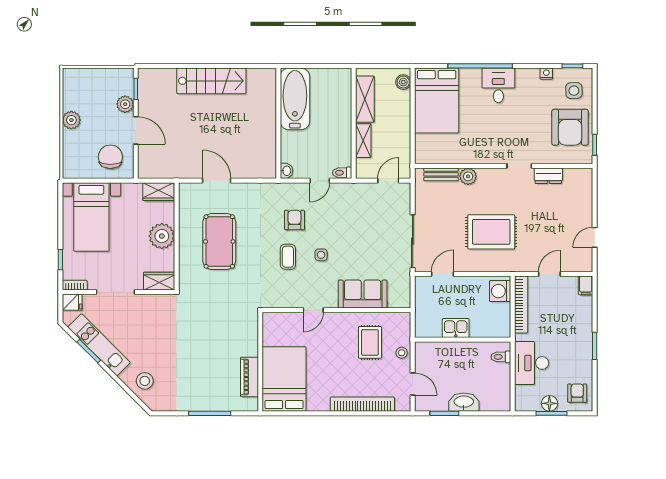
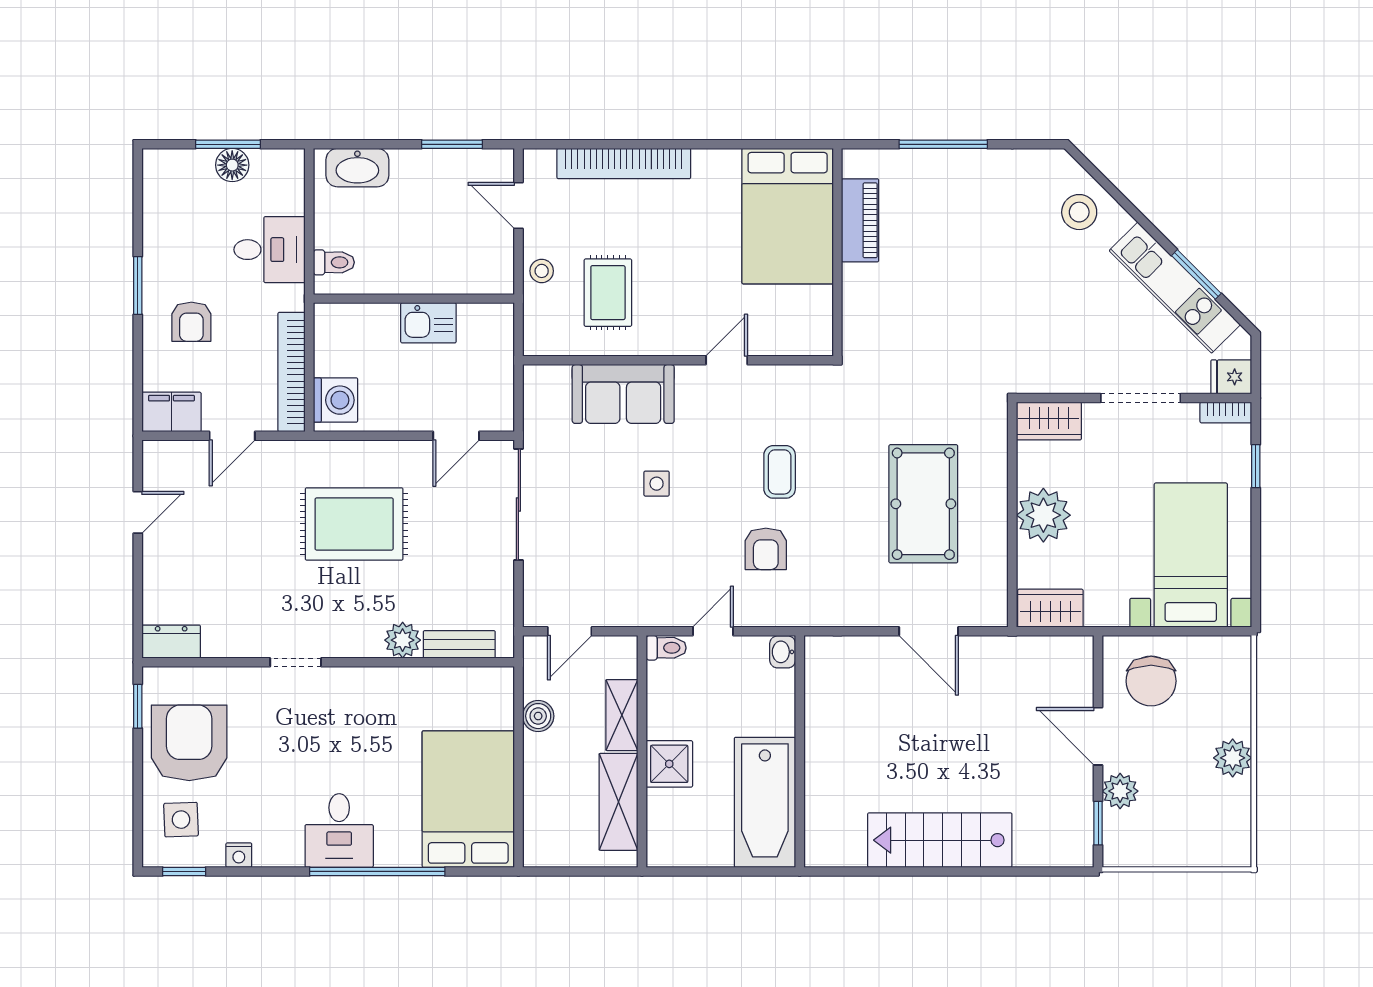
boiler: (403, 82) -> (538, 716), moved
shower: (341, 117) -> (669, 764), added
dresser: (548, 176) -> (171, 642), moved
side table: (321, 255) -> (657, 484), moved
filing cabinet: (586, 285) -> (171, 412), width x2.00
desk: (532, 363) -> (270, 250), width x0.73
armchair: (577, 393) -> (191, 322), moved
washbasin: (464, 402) -> (357, 168), moved

